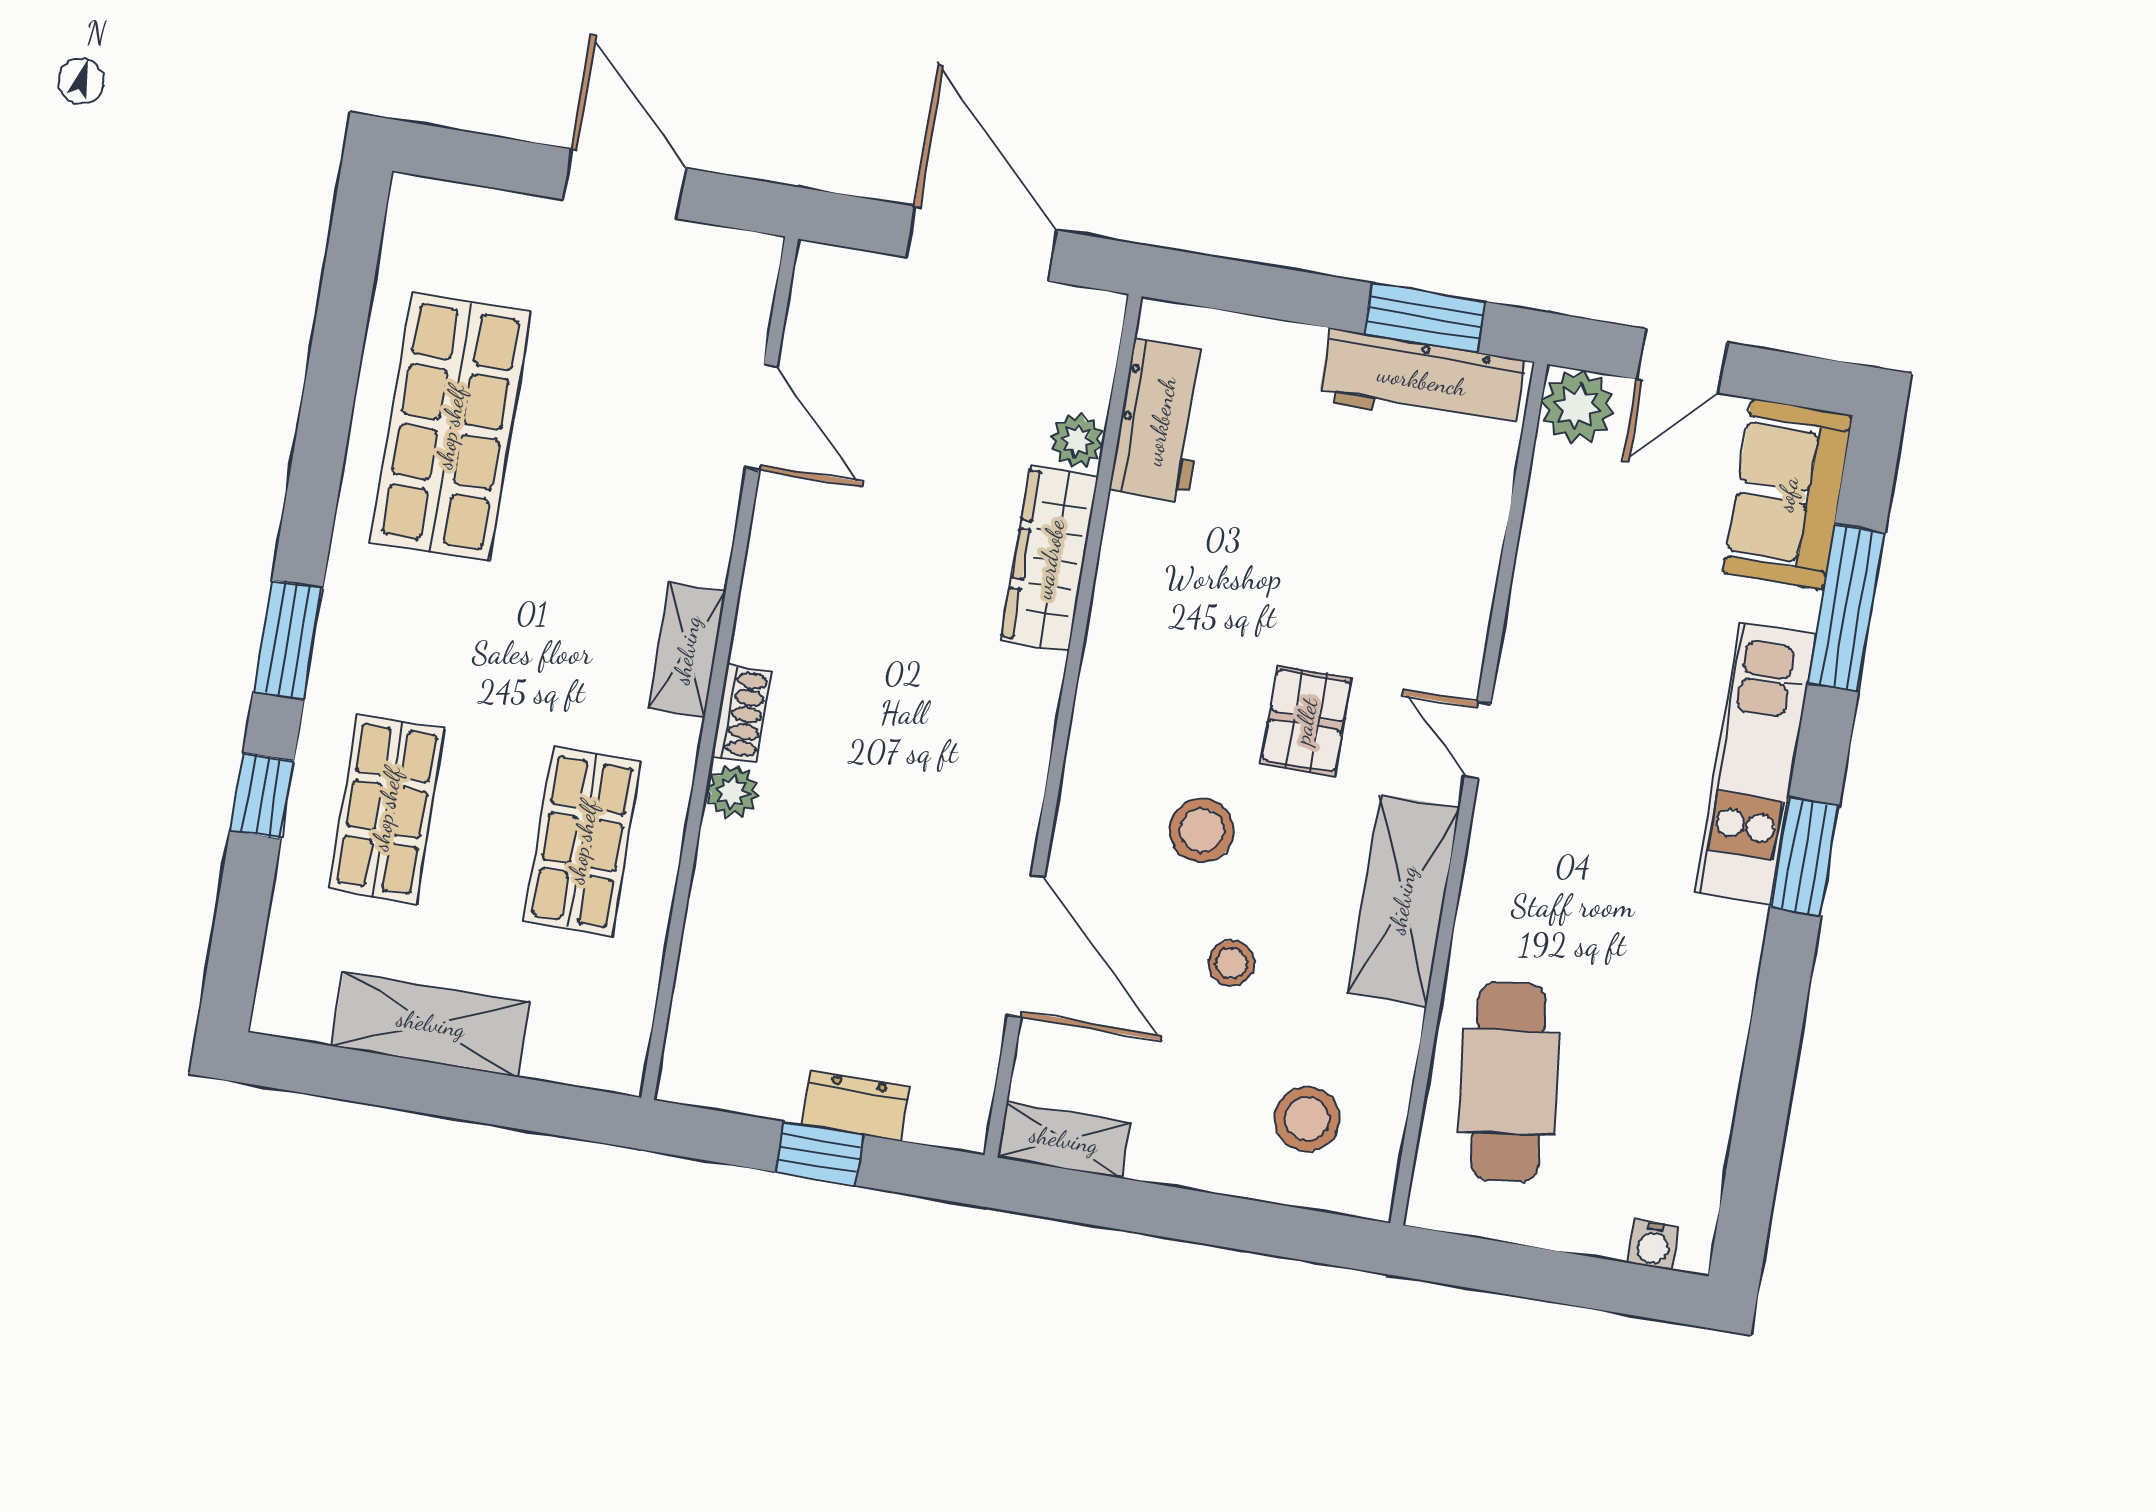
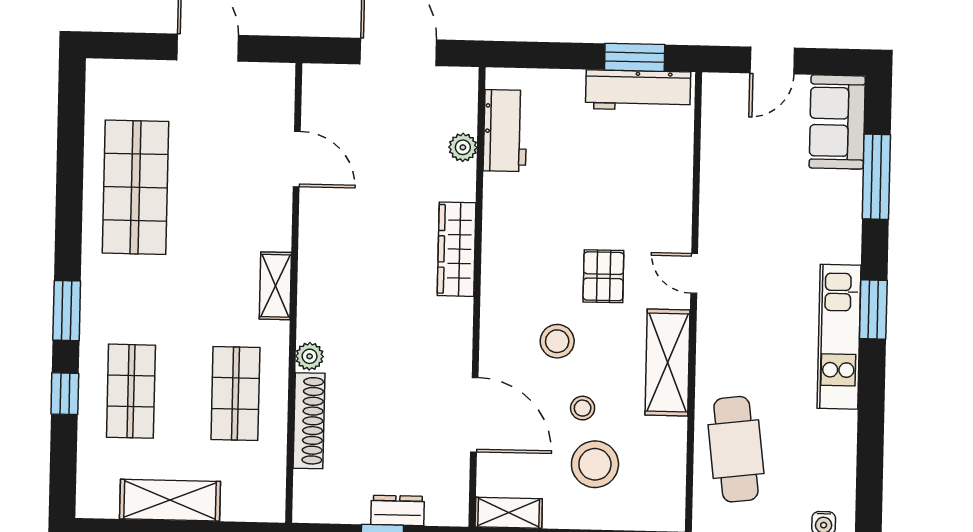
plant: (1578, 407) -> (721, 92), removed
wardrobe: (1050, 559) -> (457, 249), moved
shoe rack: (741, 714) -> (309, 421), moved, width x1.94, depth x1.24
kitchen unit: (1756, 763) -> (839, 337), moved
stool: (1307, 1119) -> (595, 464), moved, width x1.38, depth x1.38

